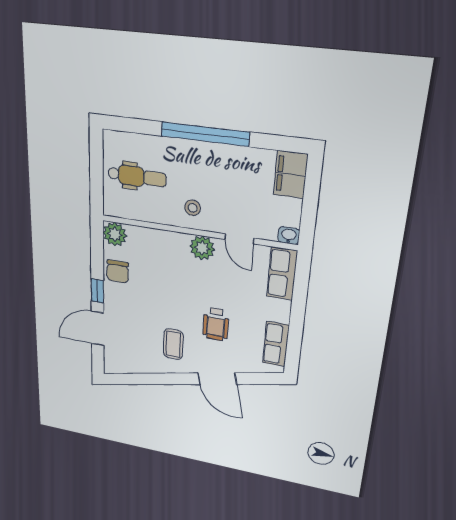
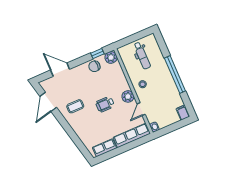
filing cabinet: (291, 175) -> (183, 113), width x0.50
row of seats: (282, 274) -> (132, 135), width x1.48
window: (97, 291) -> (97, 54), moved
wheelchair: (216, 324) -> (105, 104), moved
door: (217, 379) -> (48, 102), moved

